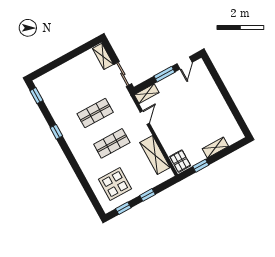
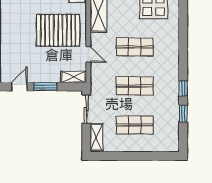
shop shelf: (78, 83) -> (135, 125), added
window: (36, 96) -> (183, 114), moved
door: (145, 118) -> (88, 54), swing flipped
pallet: (179, 123) -> (58, 30), added

